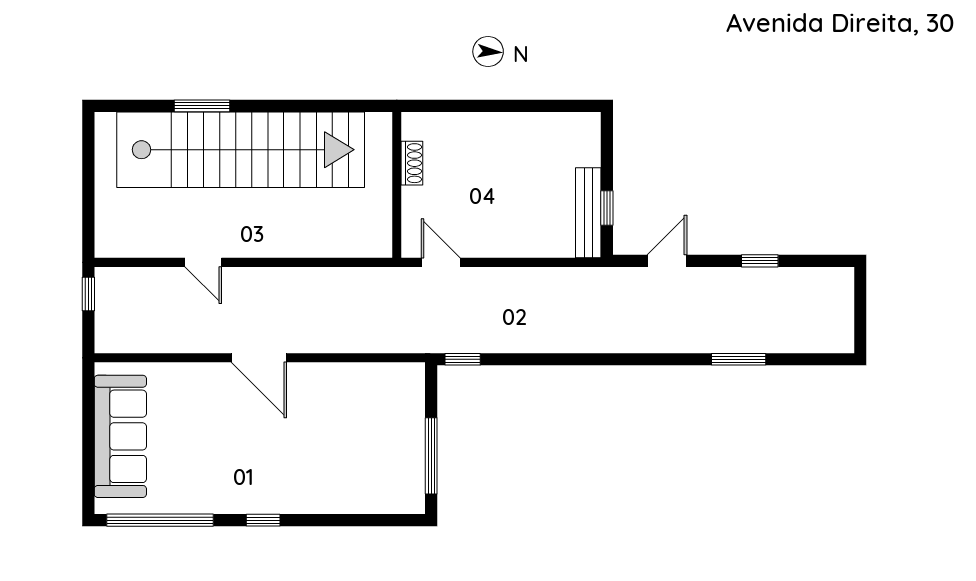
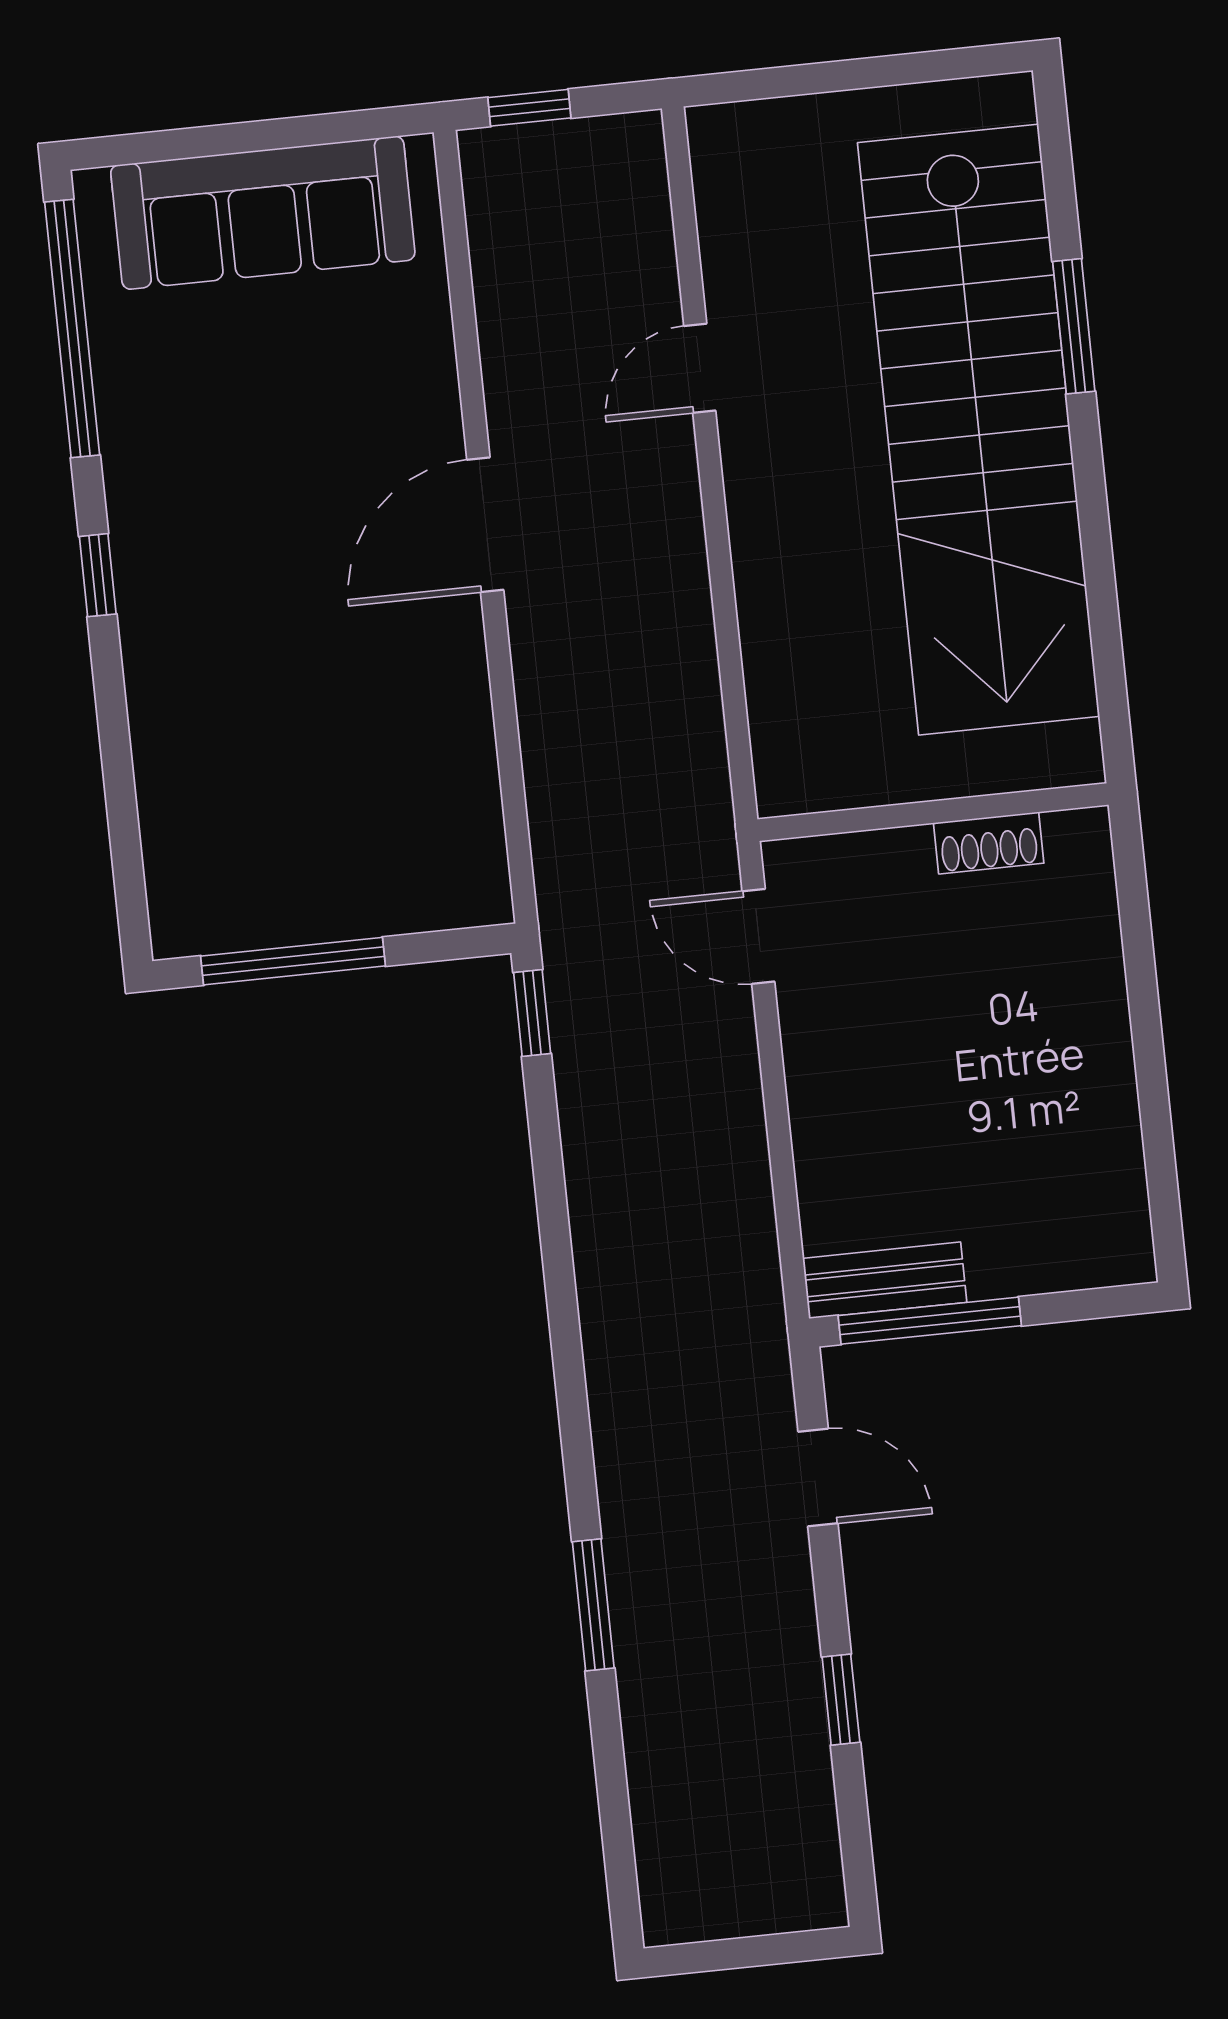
window: (607, 208) -> (930, 1321), width x2.17
bench: (588, 213) -> (885, 1280), width x0.73
door: (441, 262) -> (758, 936), swing flipped
window: (88, 294) -> (529, 108), moved
window: (739, 359) -> (593, 1605), moved

